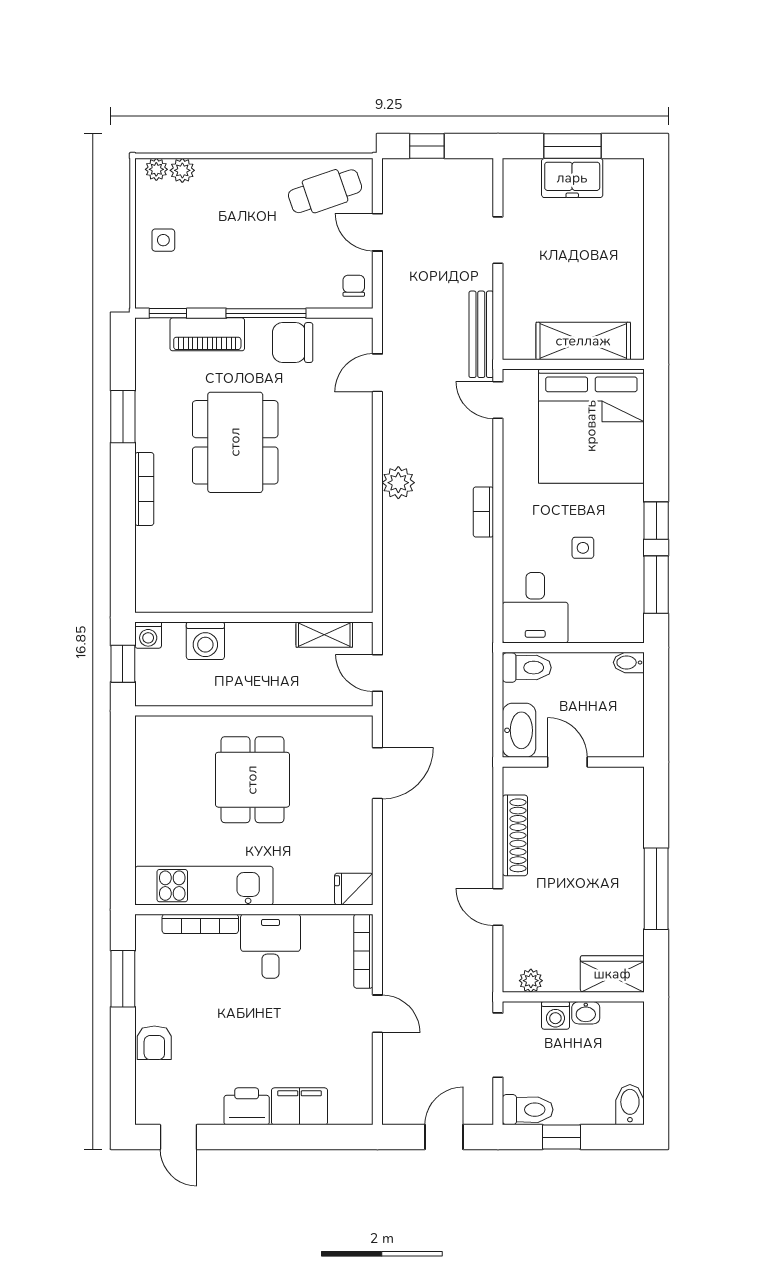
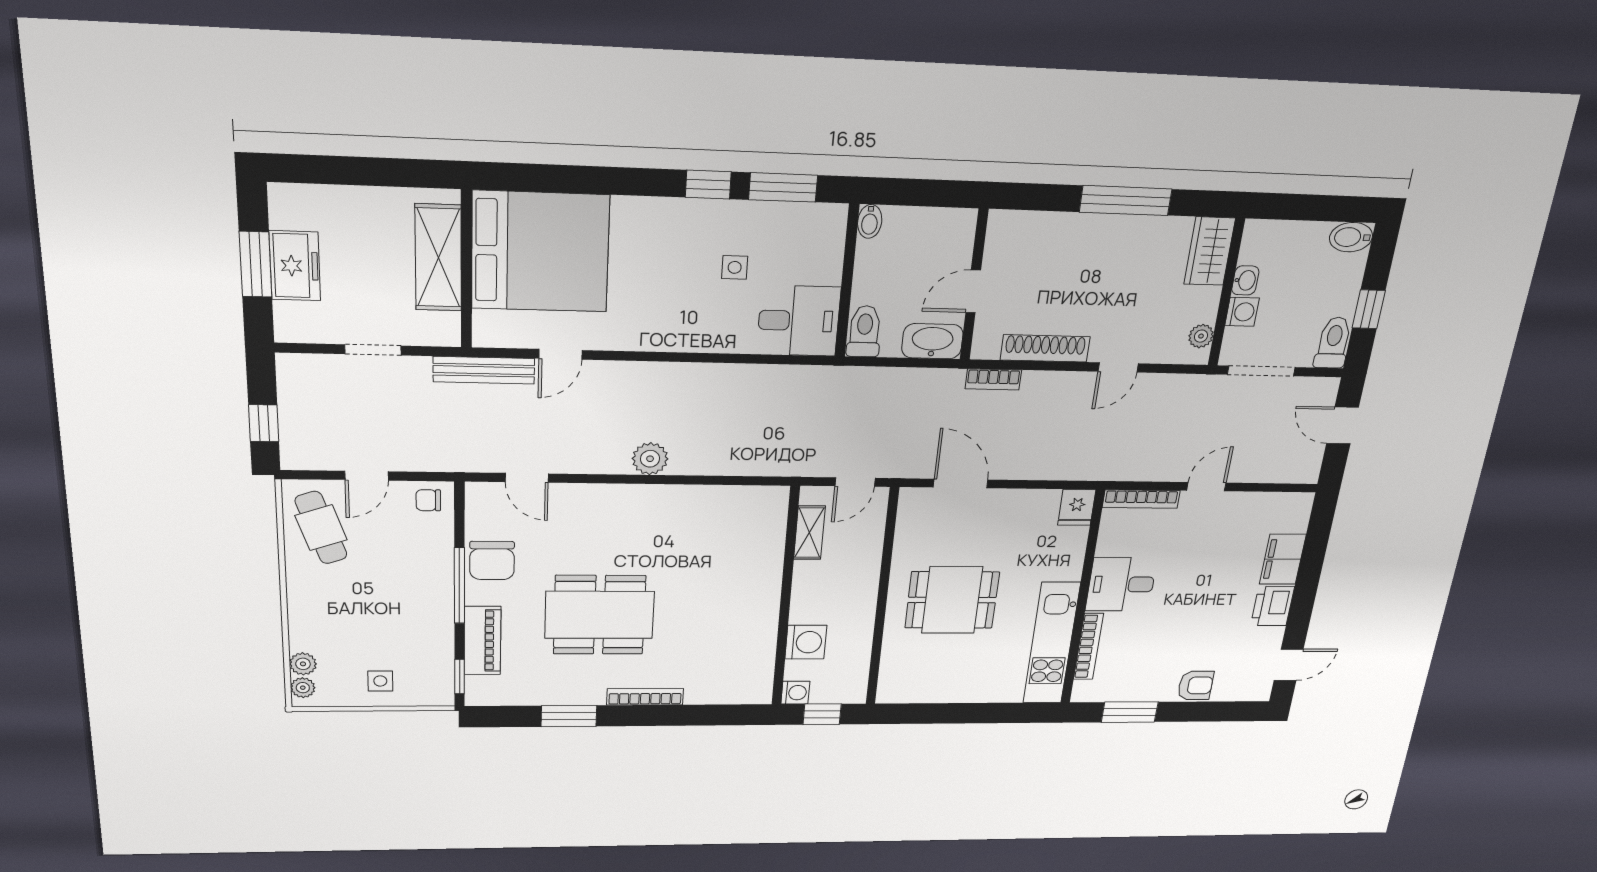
shelving: (583, 341) -> (438, 258), moved
wall: (573, 364) -> (466, 270), moved
bed: (591, 426) -> (540, 252), moved
bookcase: (483, 512) -> (993, 379), moved

